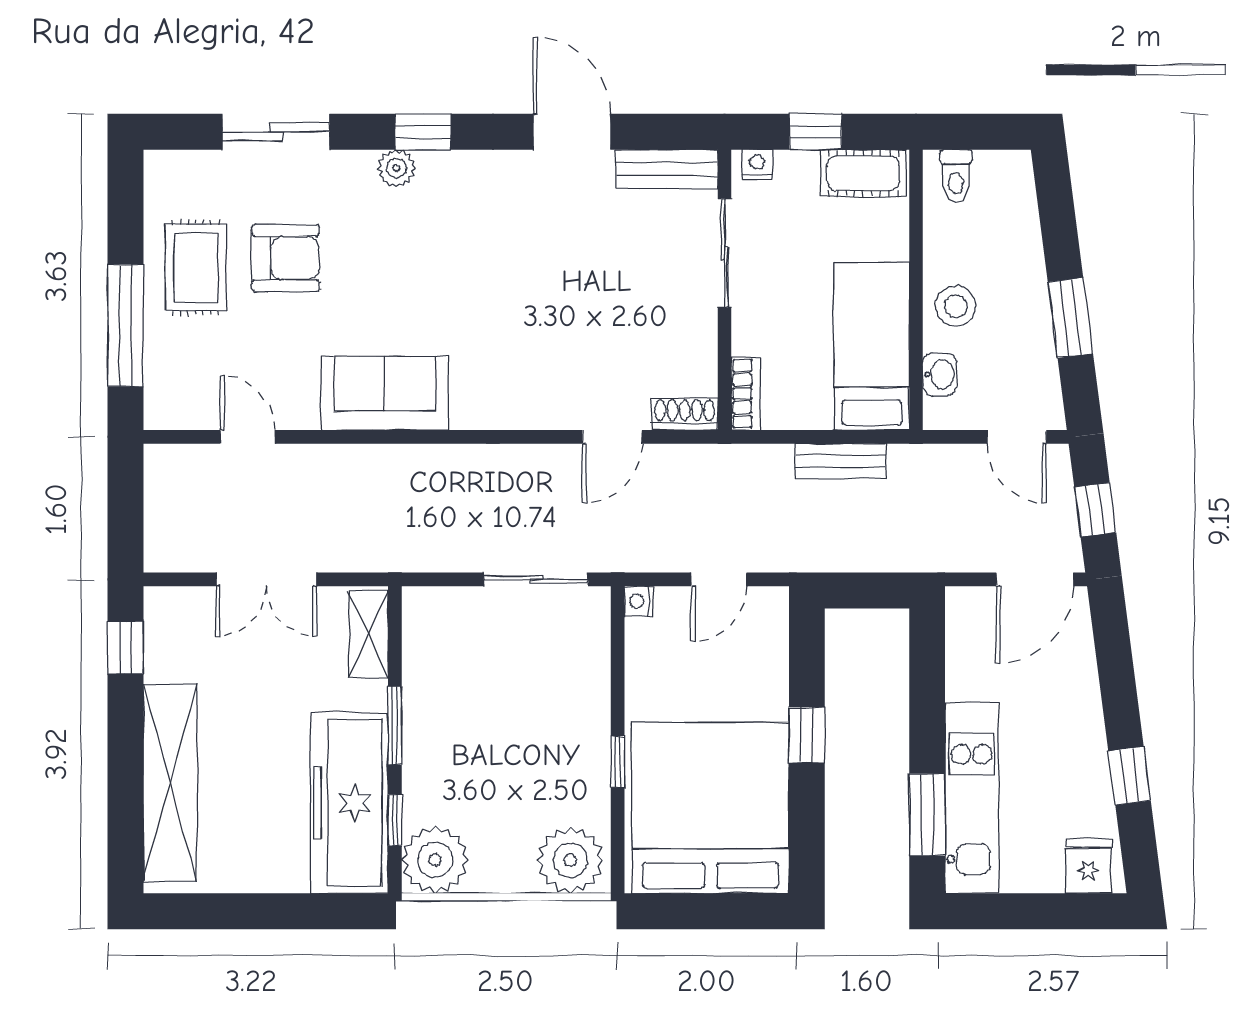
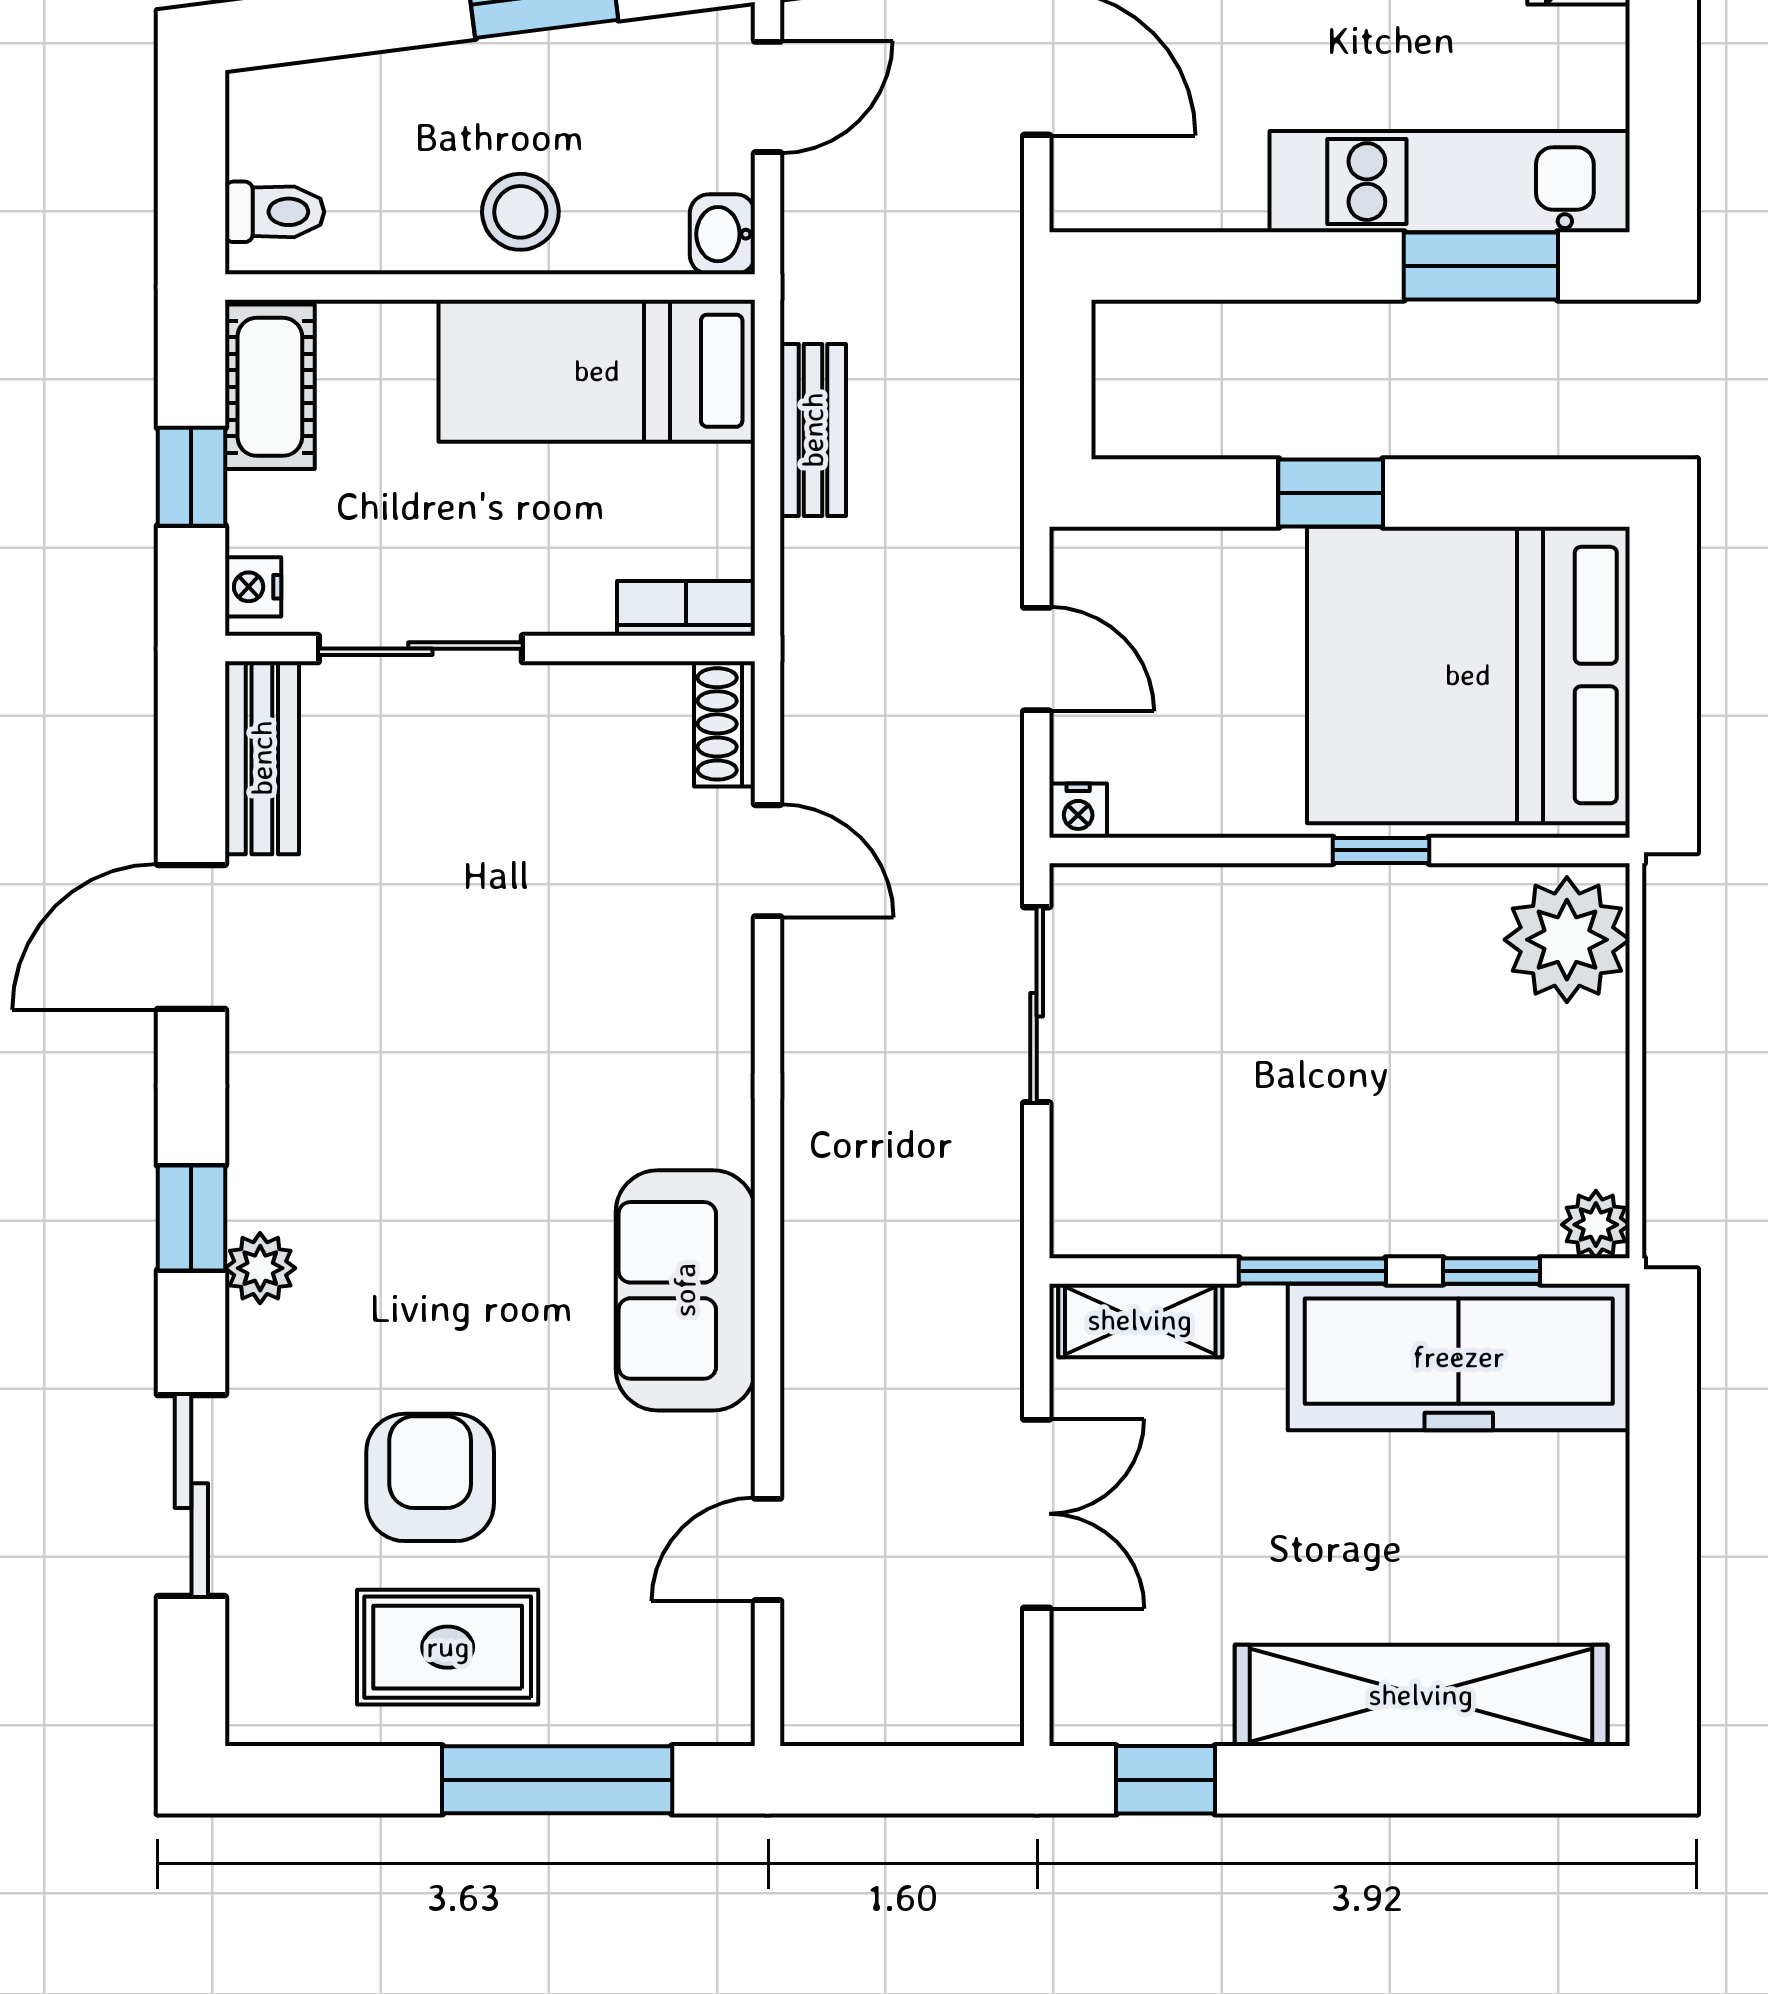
washbasin: (940, 374) -> (722, 234), moved, turned -90
plant: (435, 860) -> (1596, 1225), width x0.53, depth x0.53

